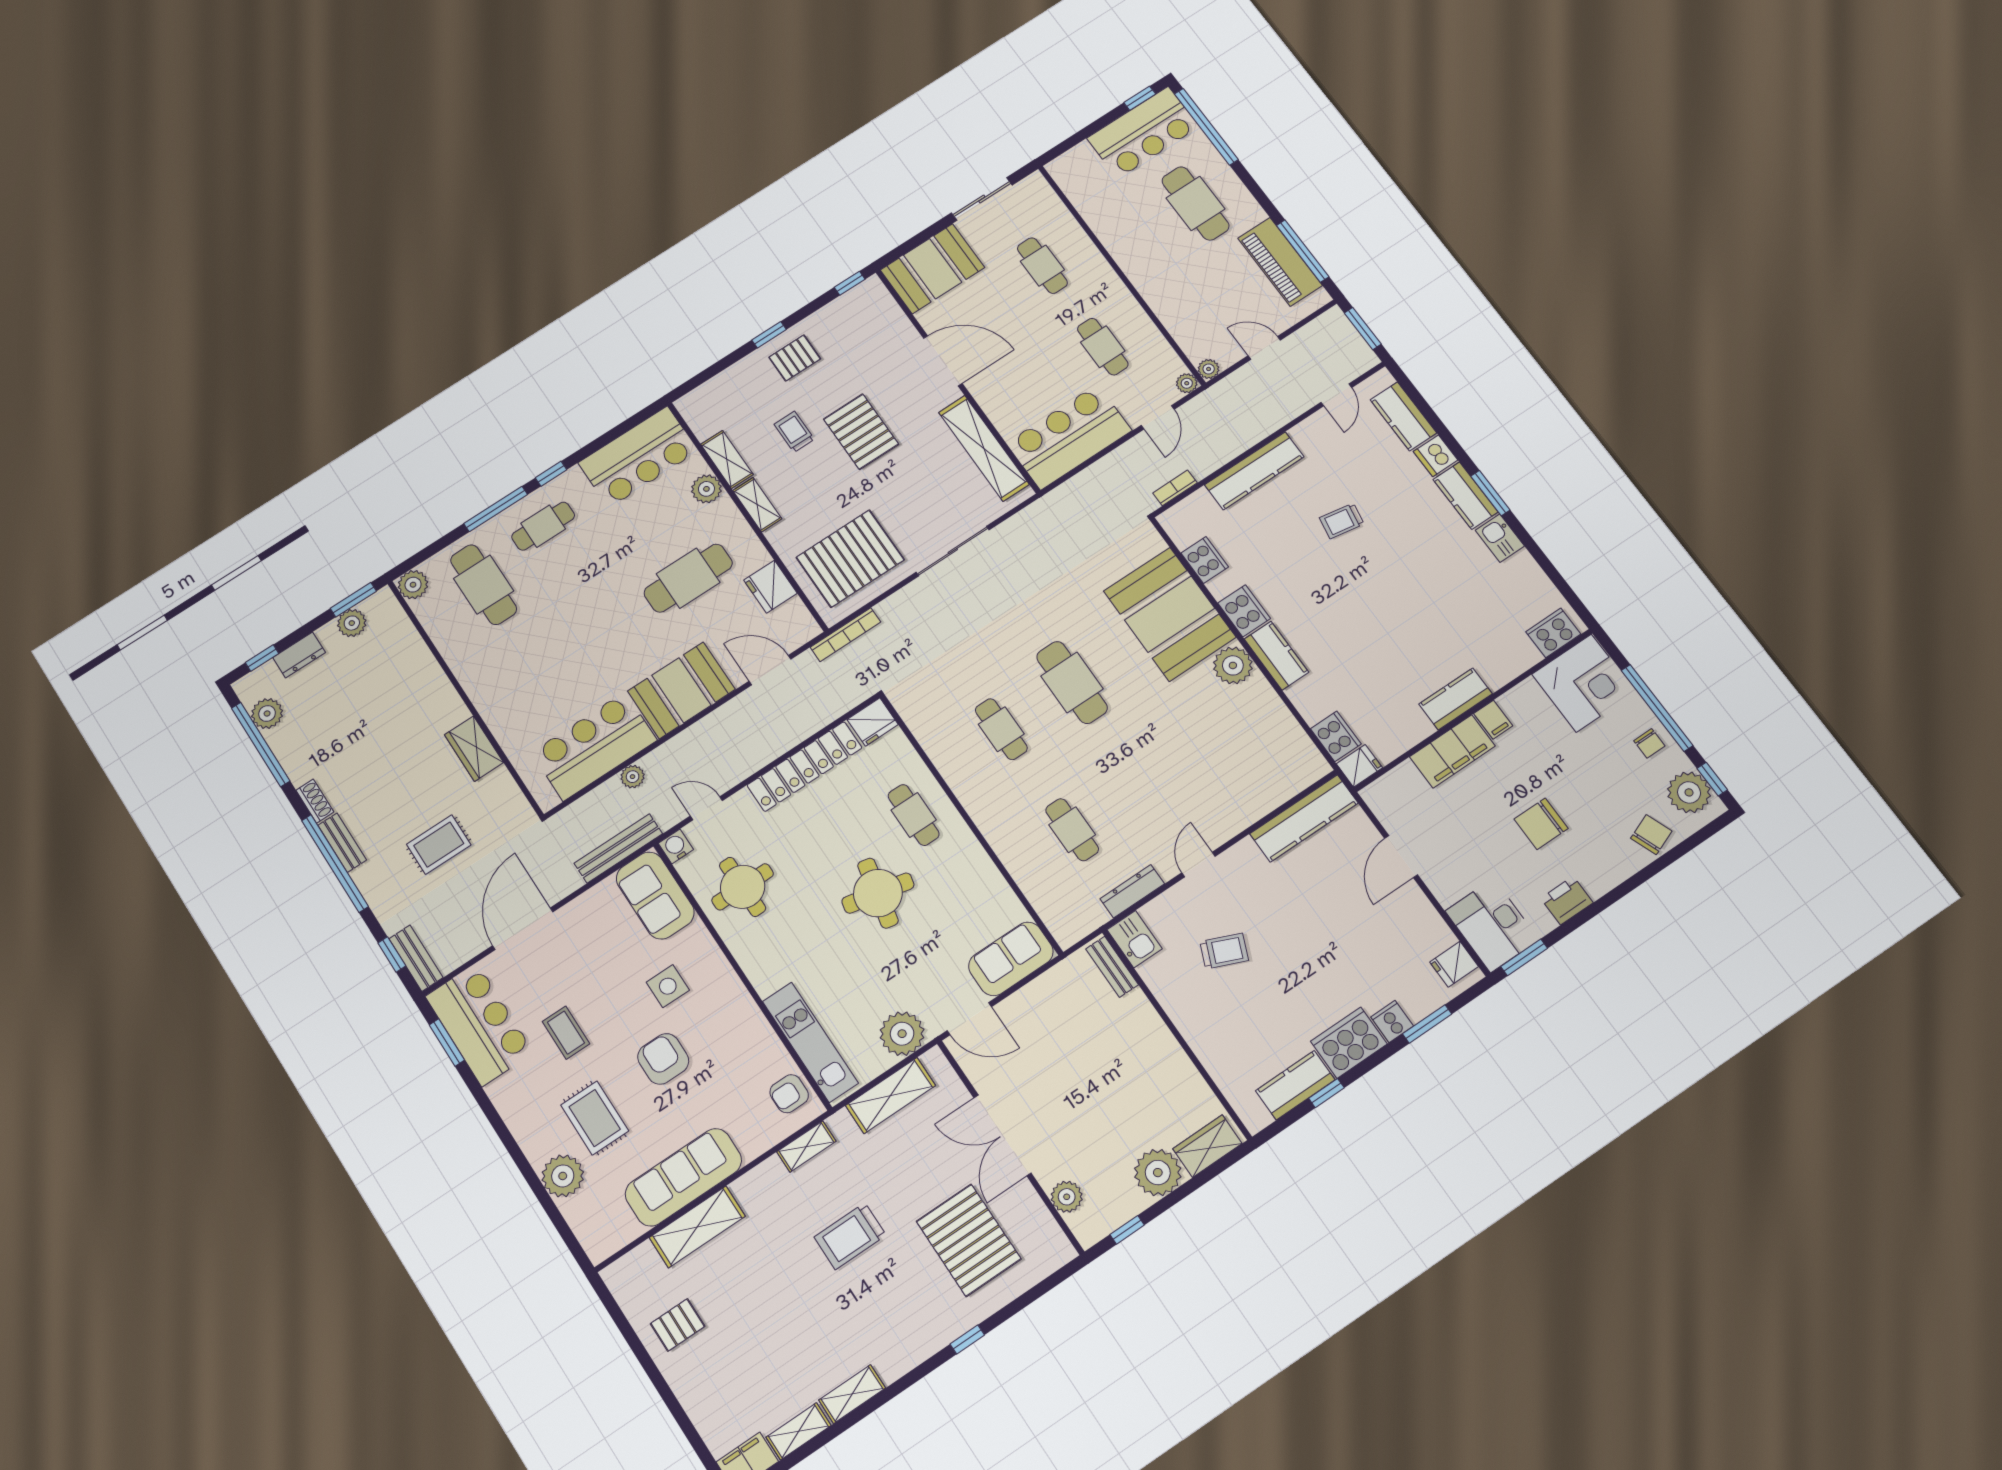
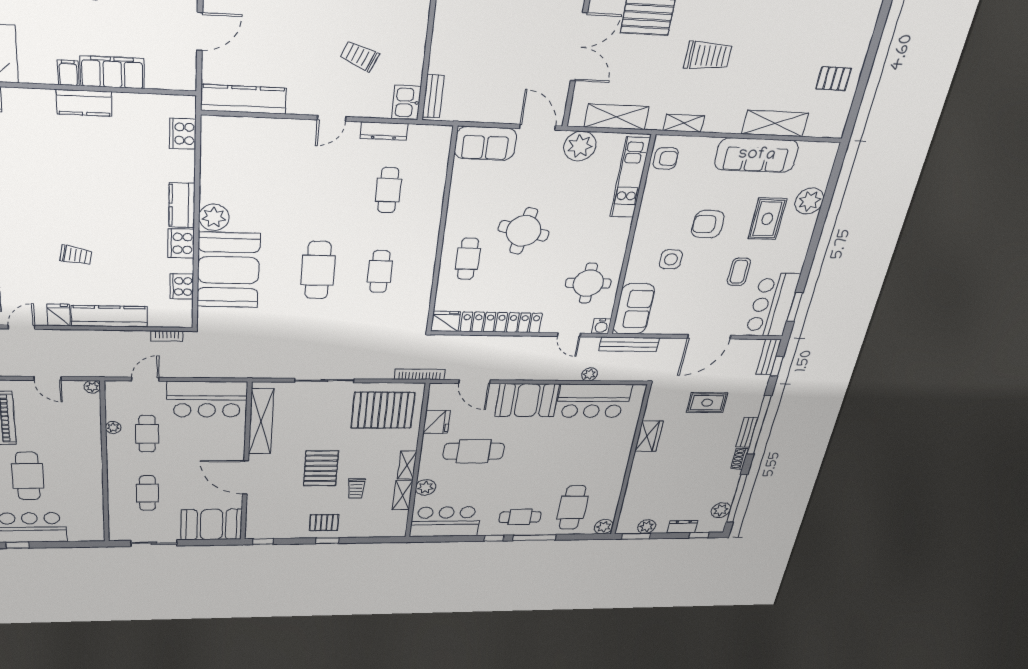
plant: (1187, 383) -> (113, 427), moved
fridge: (1359, 766) -> (59, 315), moved, turned 90
armchair: (663, 1059) -> (708, 224), turned 90

